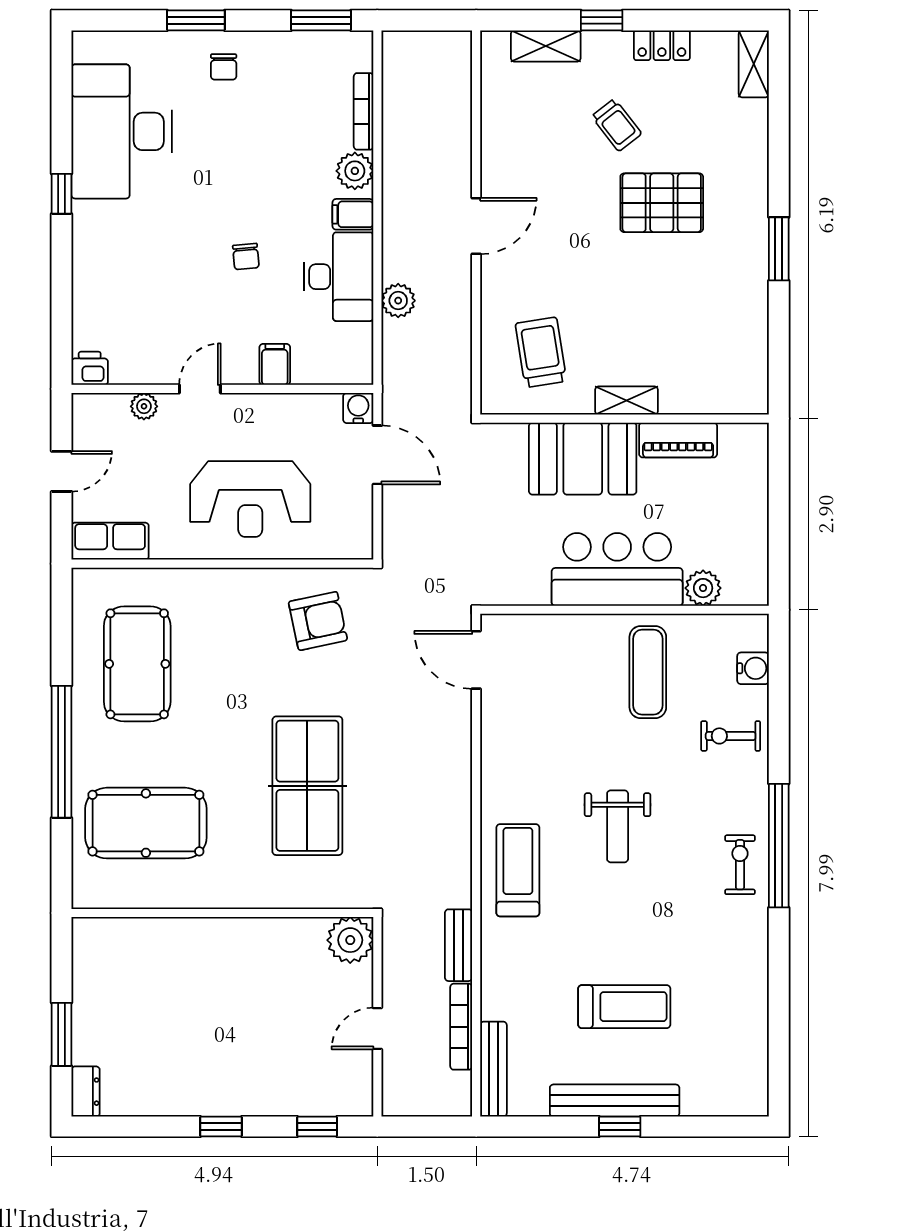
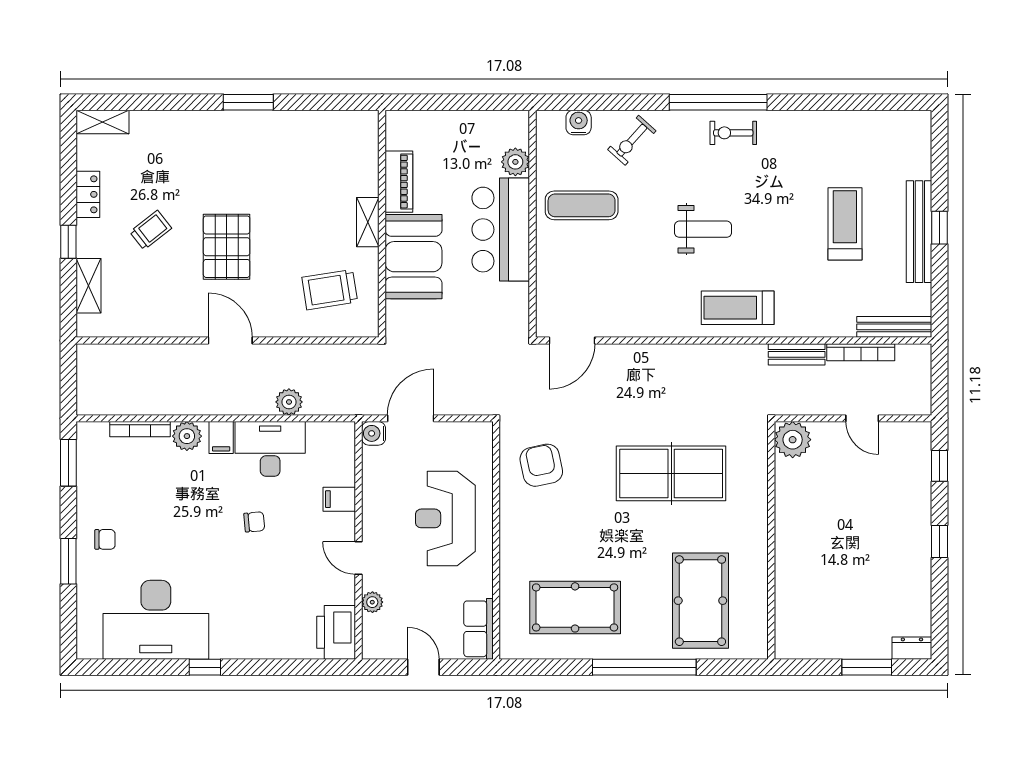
pallet: (662, 203) -> (227, 247), moved
printer: (90, 368) -> (336, 632), width x1.87, depth x1.48
reception desk: (250, 499) -> (445, 518), turned 180
exercise bike: (731, 736) -> (632, 140), turned 42

